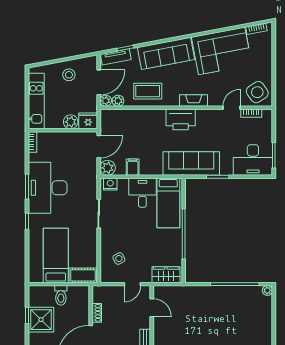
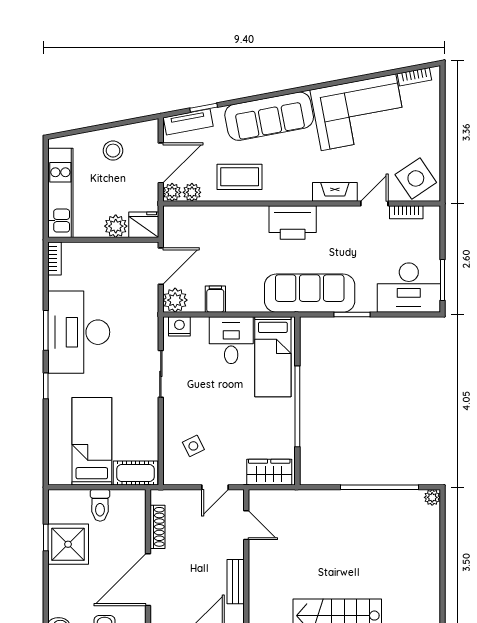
fireplace: (194, 100) -> (335, 192), moved
shoe rack: (97, 313) -> (158, 527), width x1.43

